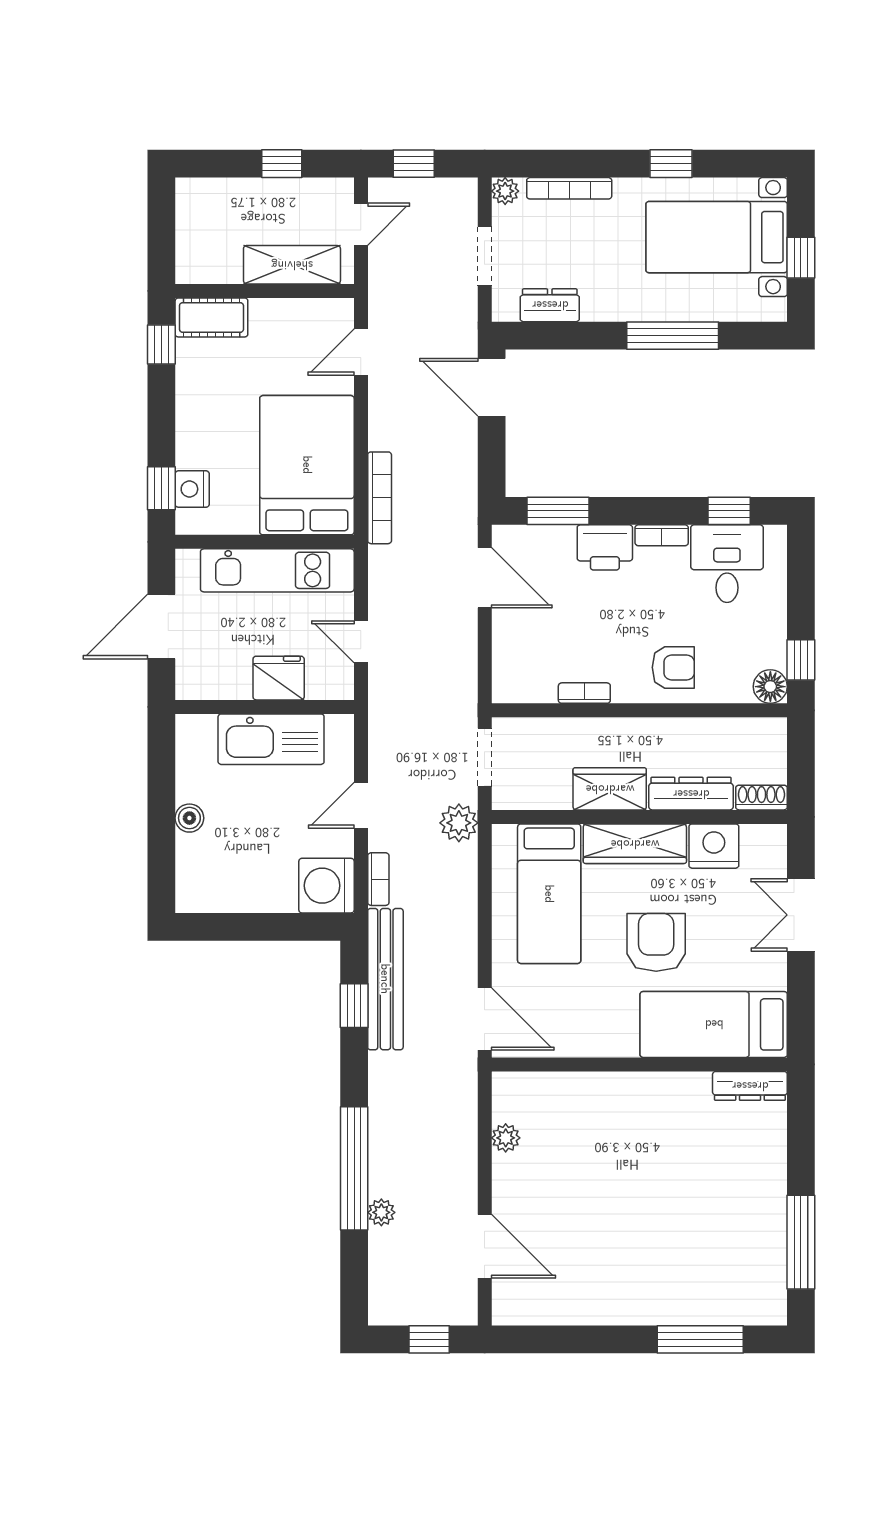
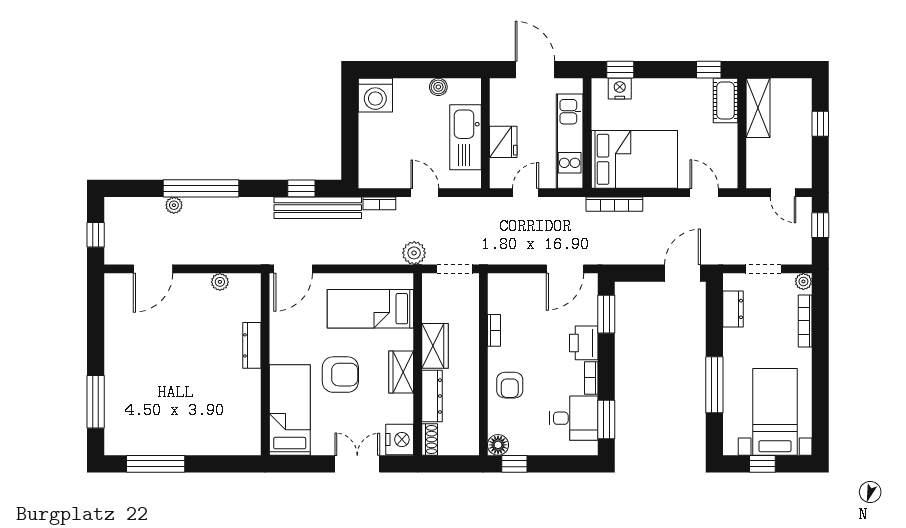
window: (282, 164) -> (820, 124), moved
window: (671, 164) -> (820, 384), removed
shelving: (292, 265) -> (758, 108), moved
window: (729, 511) -> (606, 420), width x1.50
boiler: (189, 818) -> (438, 87), moved
wardrobe: (635, 844) -> (401, 372), width x0.67
nightstand: (714, 846) -> (400, 439), moved
washing machine: (326, 886) -> (375, 95), moved, turned 180
dresser: (750, 1086) -> (252, 345), moved

